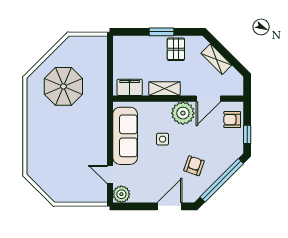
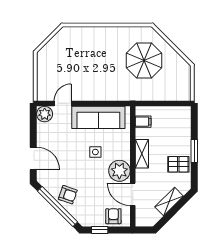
filing cabinet: (130, 87) -> (143, 122), width x0.50
armchair: (194, 166) -> (68, 195), moved

